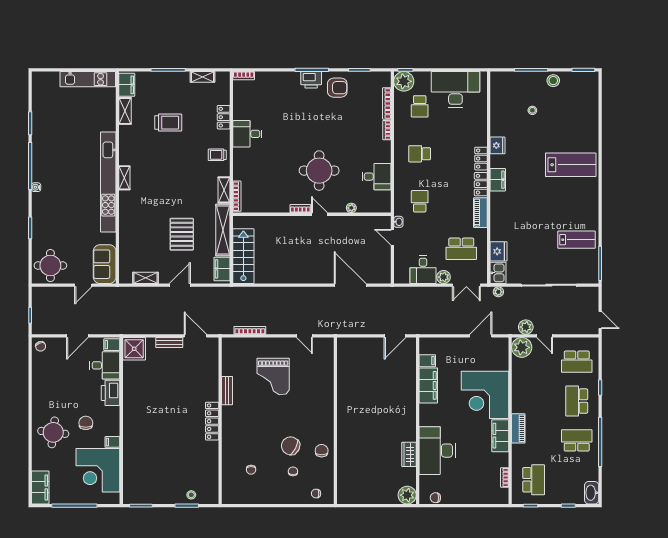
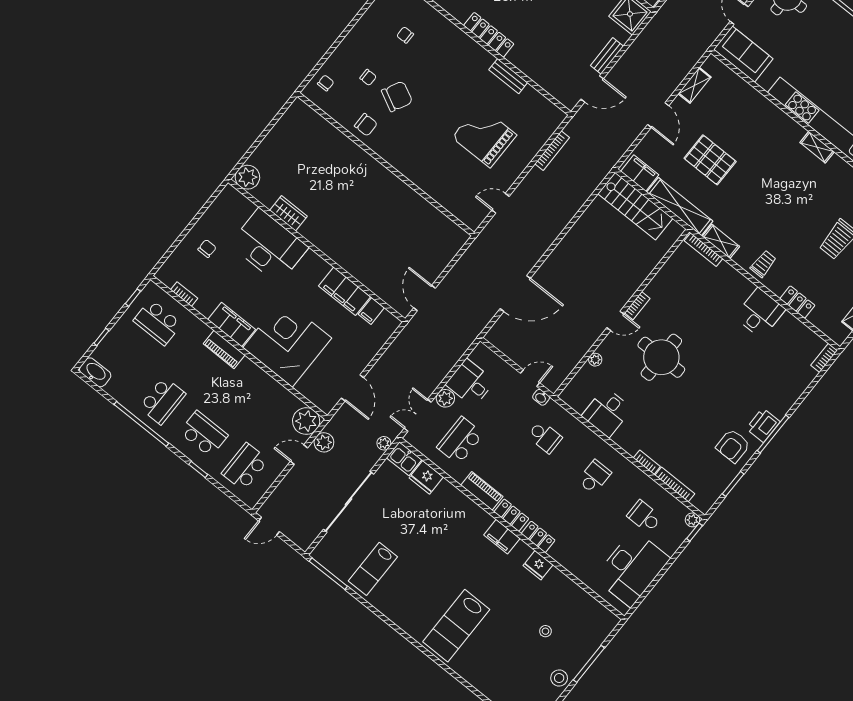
plant: (404, 81) -> (693, 520), width x0.53, depth x0.53
chair: (435, 498) -> (207, 248), moved

